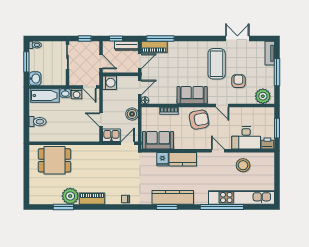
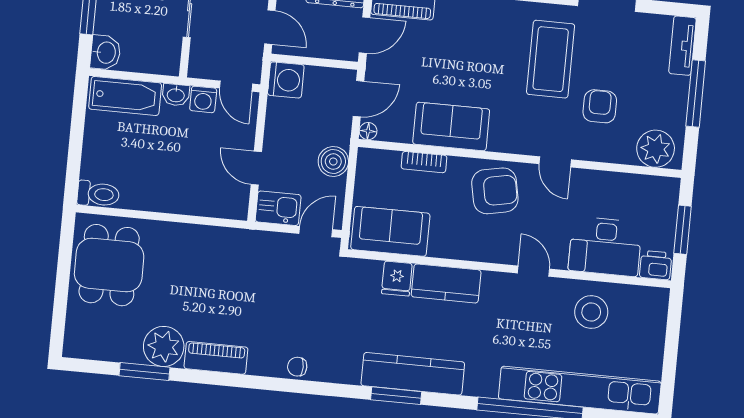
sofa: (192, 95) -> (451, 126), moved
toilet: (38, 122) -> (98, 194), moved
dining table: (54, 160) -> (109, 265), moved, turned 90

